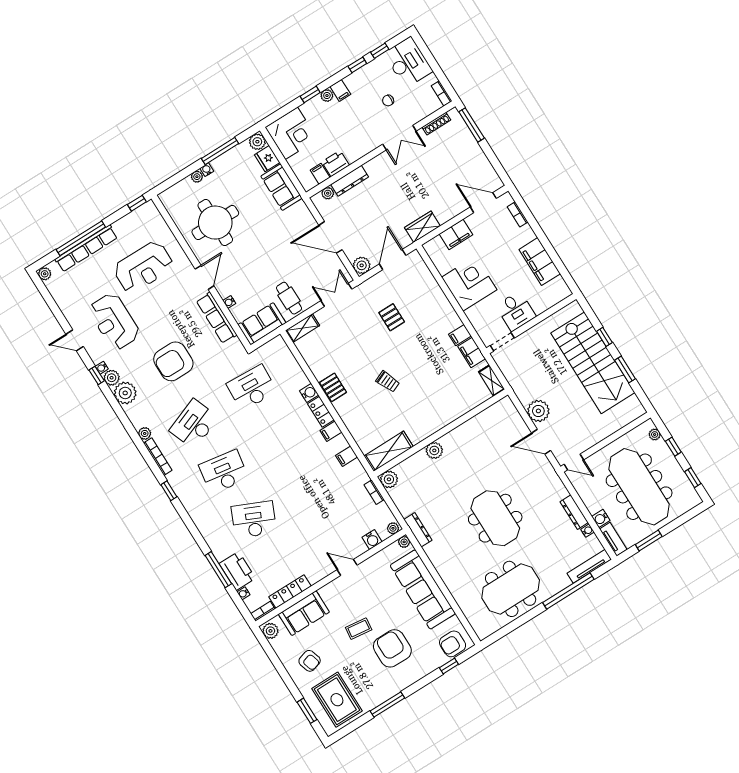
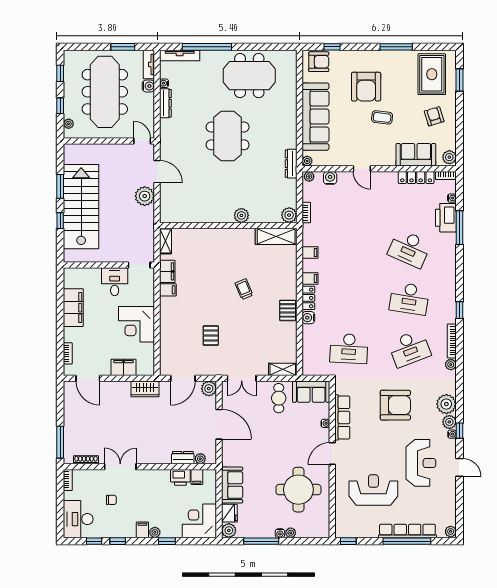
dresser: (350, 181) -> (183, 458), width x0.70

